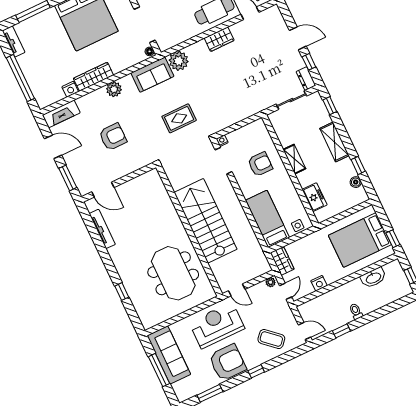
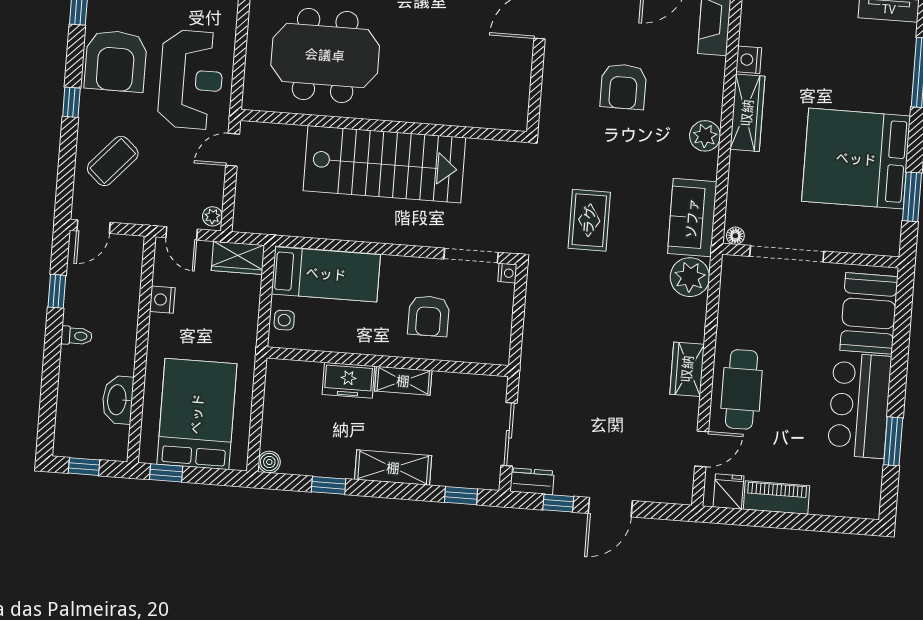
boiler: (356, 182) -> (269, 462), moved
freezer: (315, 197) -> (348, 380), moved

